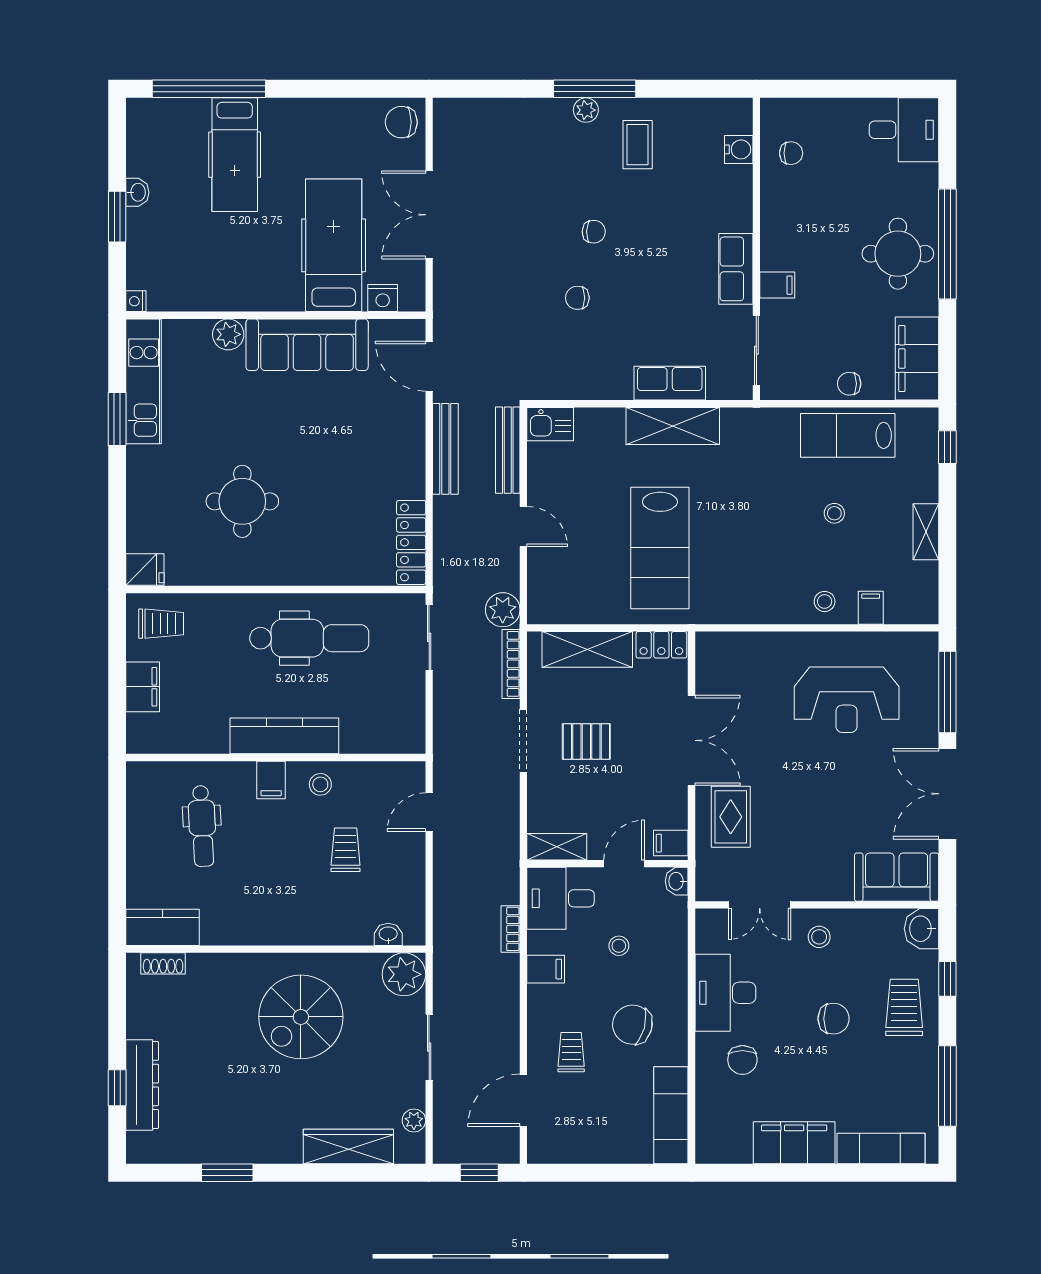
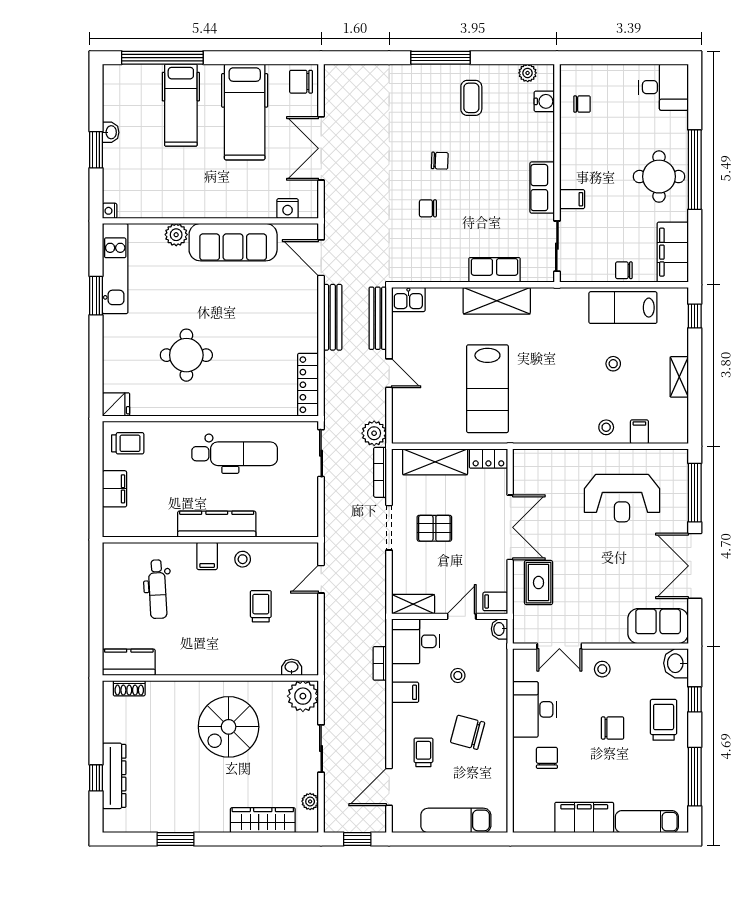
plant: (586, 110) -> (528, 73), moved
hospital bed: (334, 245) -> (245, 112), moved, turned 180
chair: (742, 1060) -> (547, 758), turned 180
exam couch: (671, 1115) -> (456, 820), moved, turned 90

